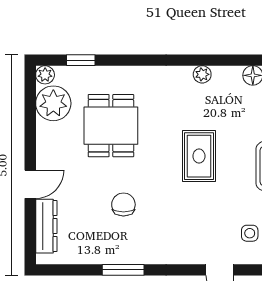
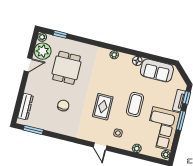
rug: (199, 156) -> (103, 107), moved
door: (30, 184) -> (28, 65), moved
window: (123, 270) -> (33, 130), moved

